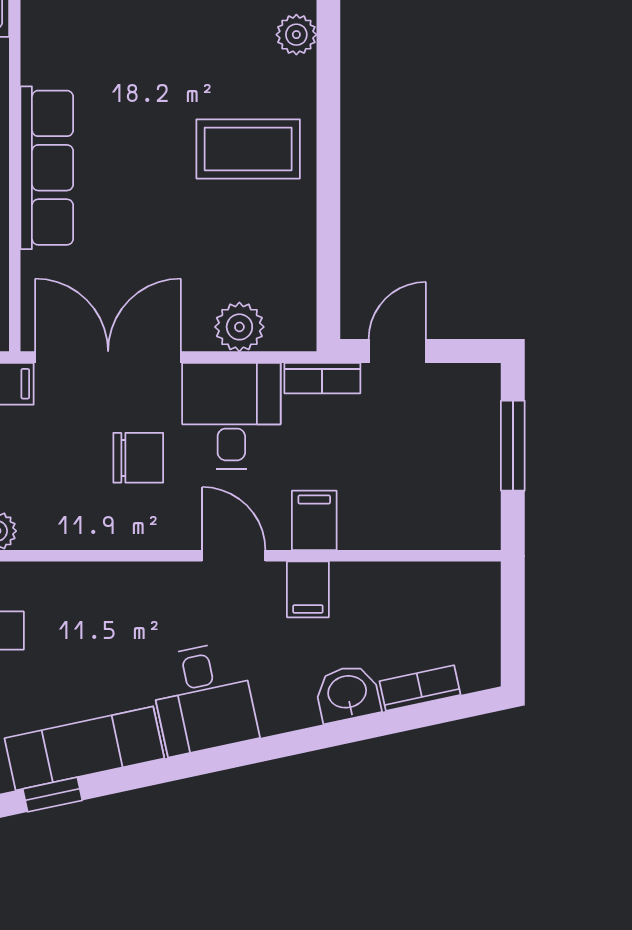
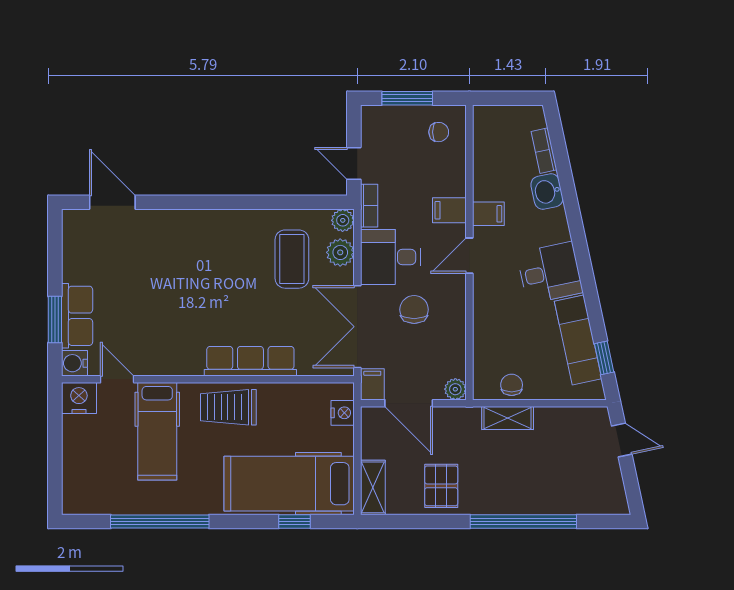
plant: (296, 35) -> (343, 220), moved
coffee table: (248, 149) -> (292, 259), moved
chair: (453, 501) -> (439, 132), added

